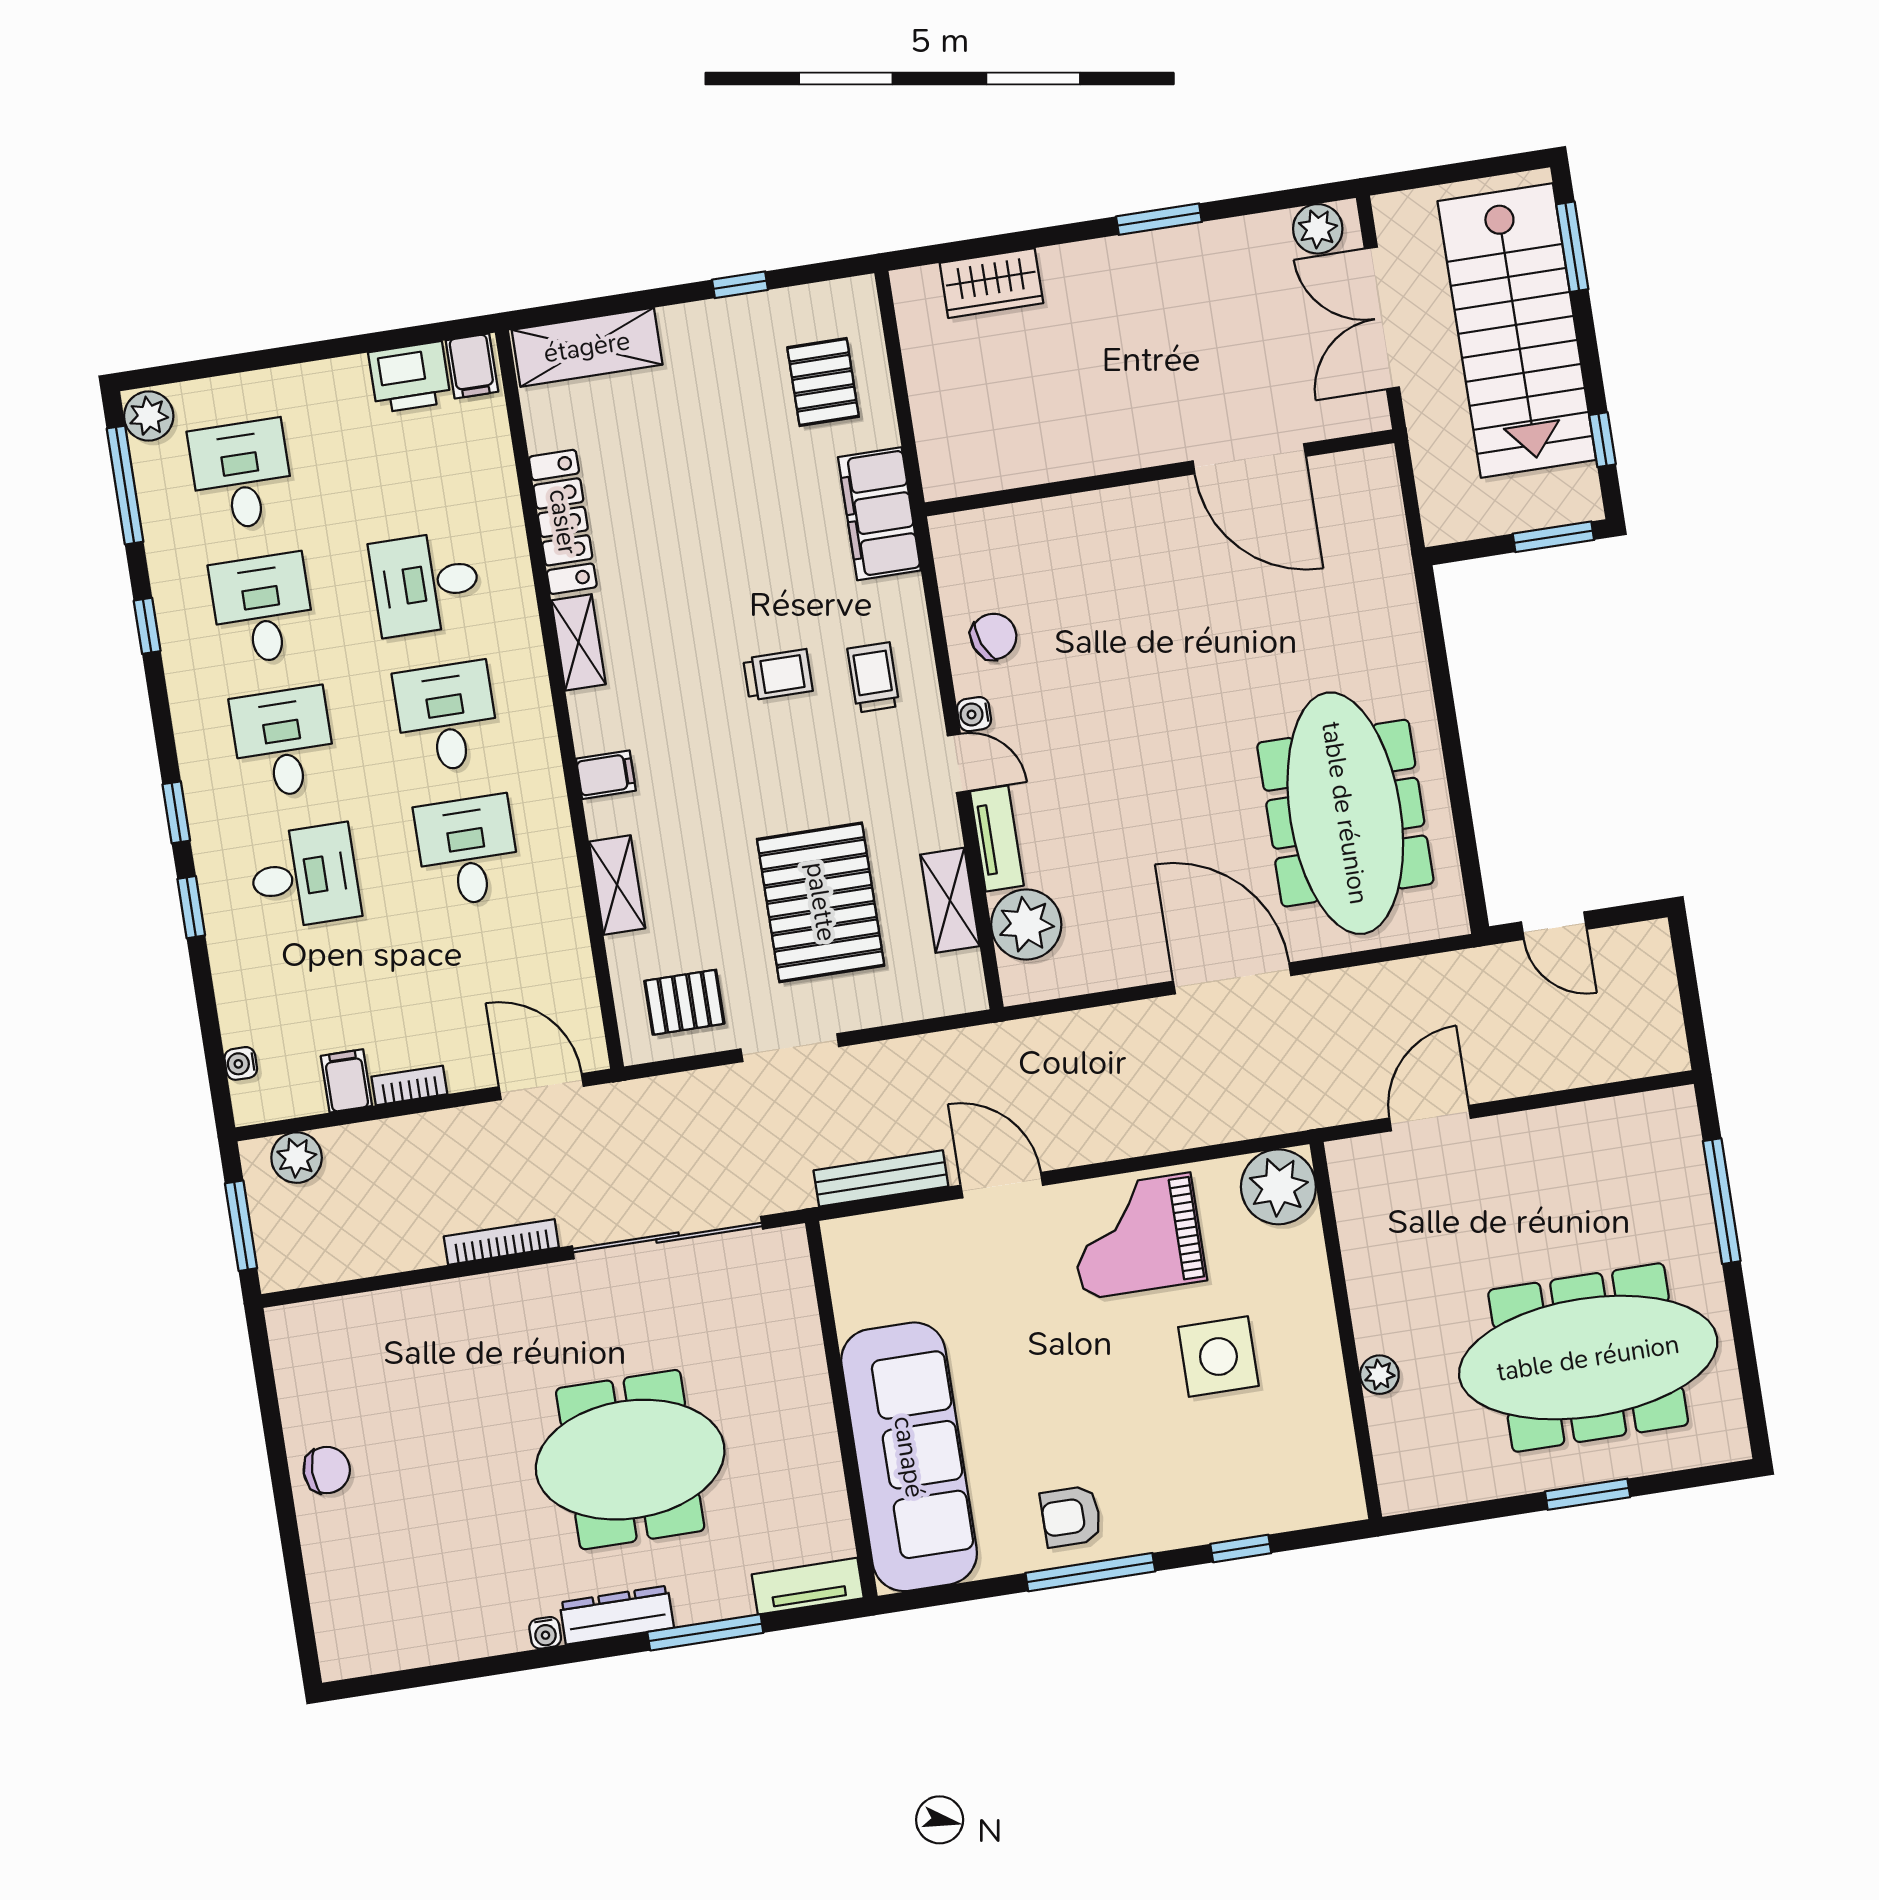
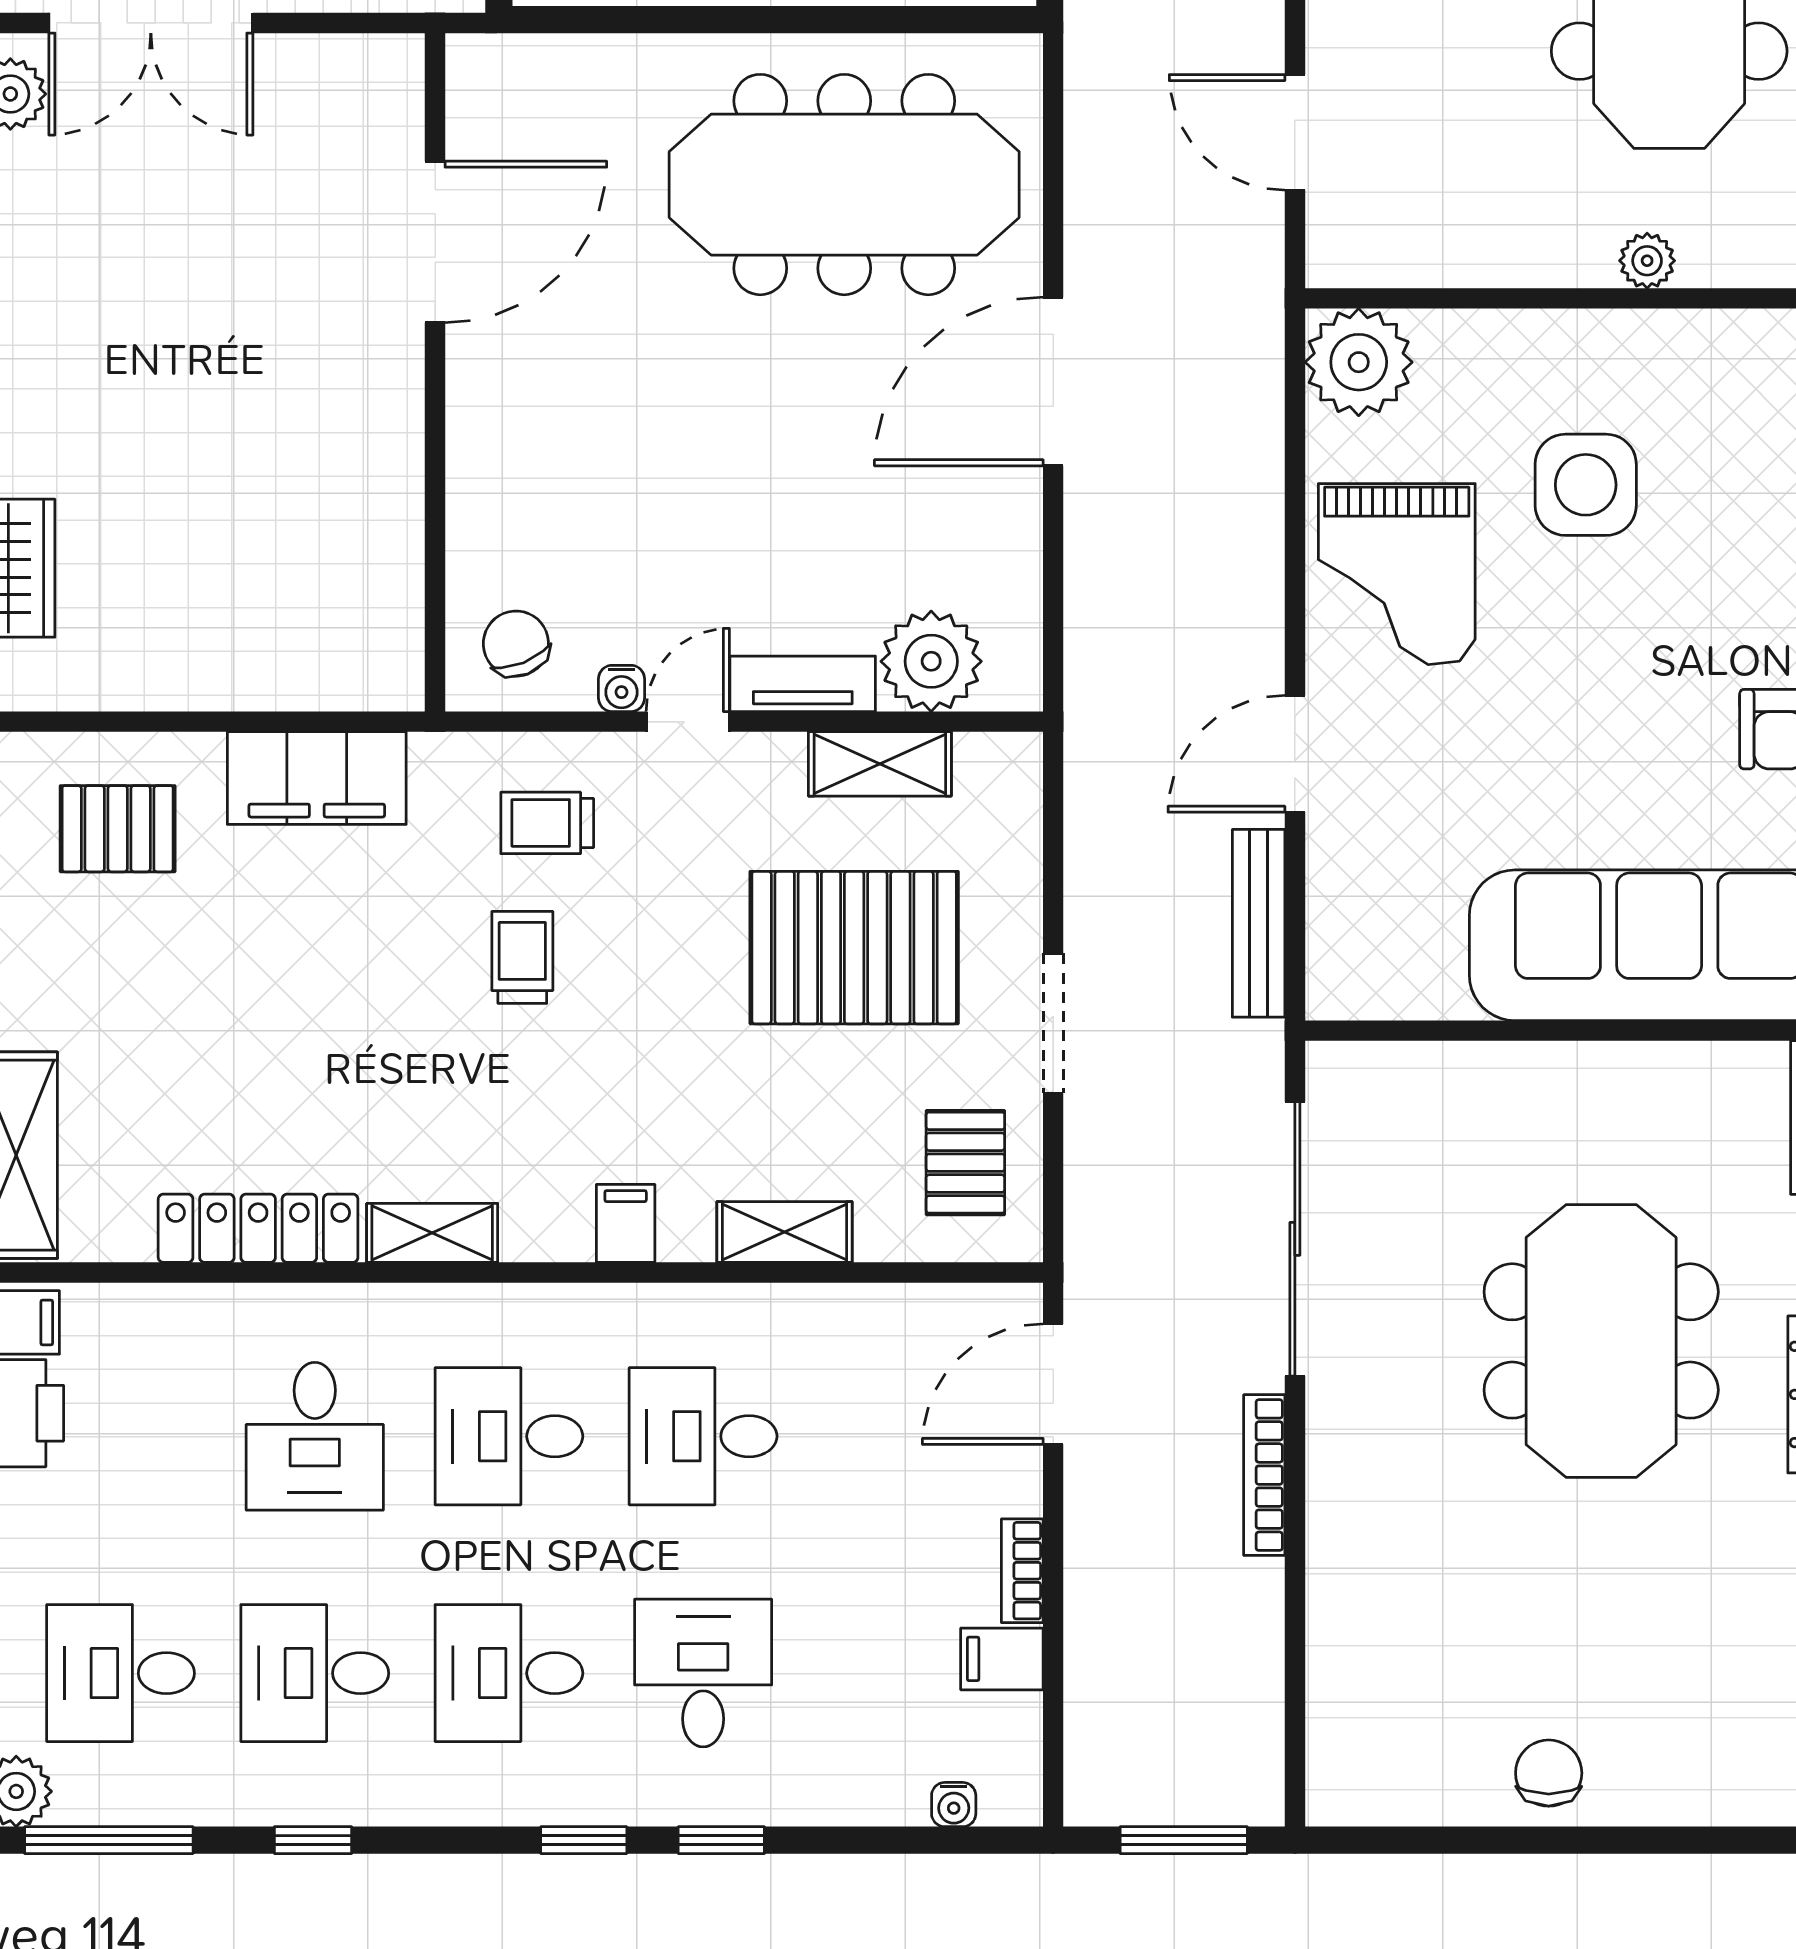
door: (1249, 459) -> (435, 242), moved
wall: (1159, 473) -> (435, 372), moved
plant: (297, 1158) -> (1099, 1747), removed

